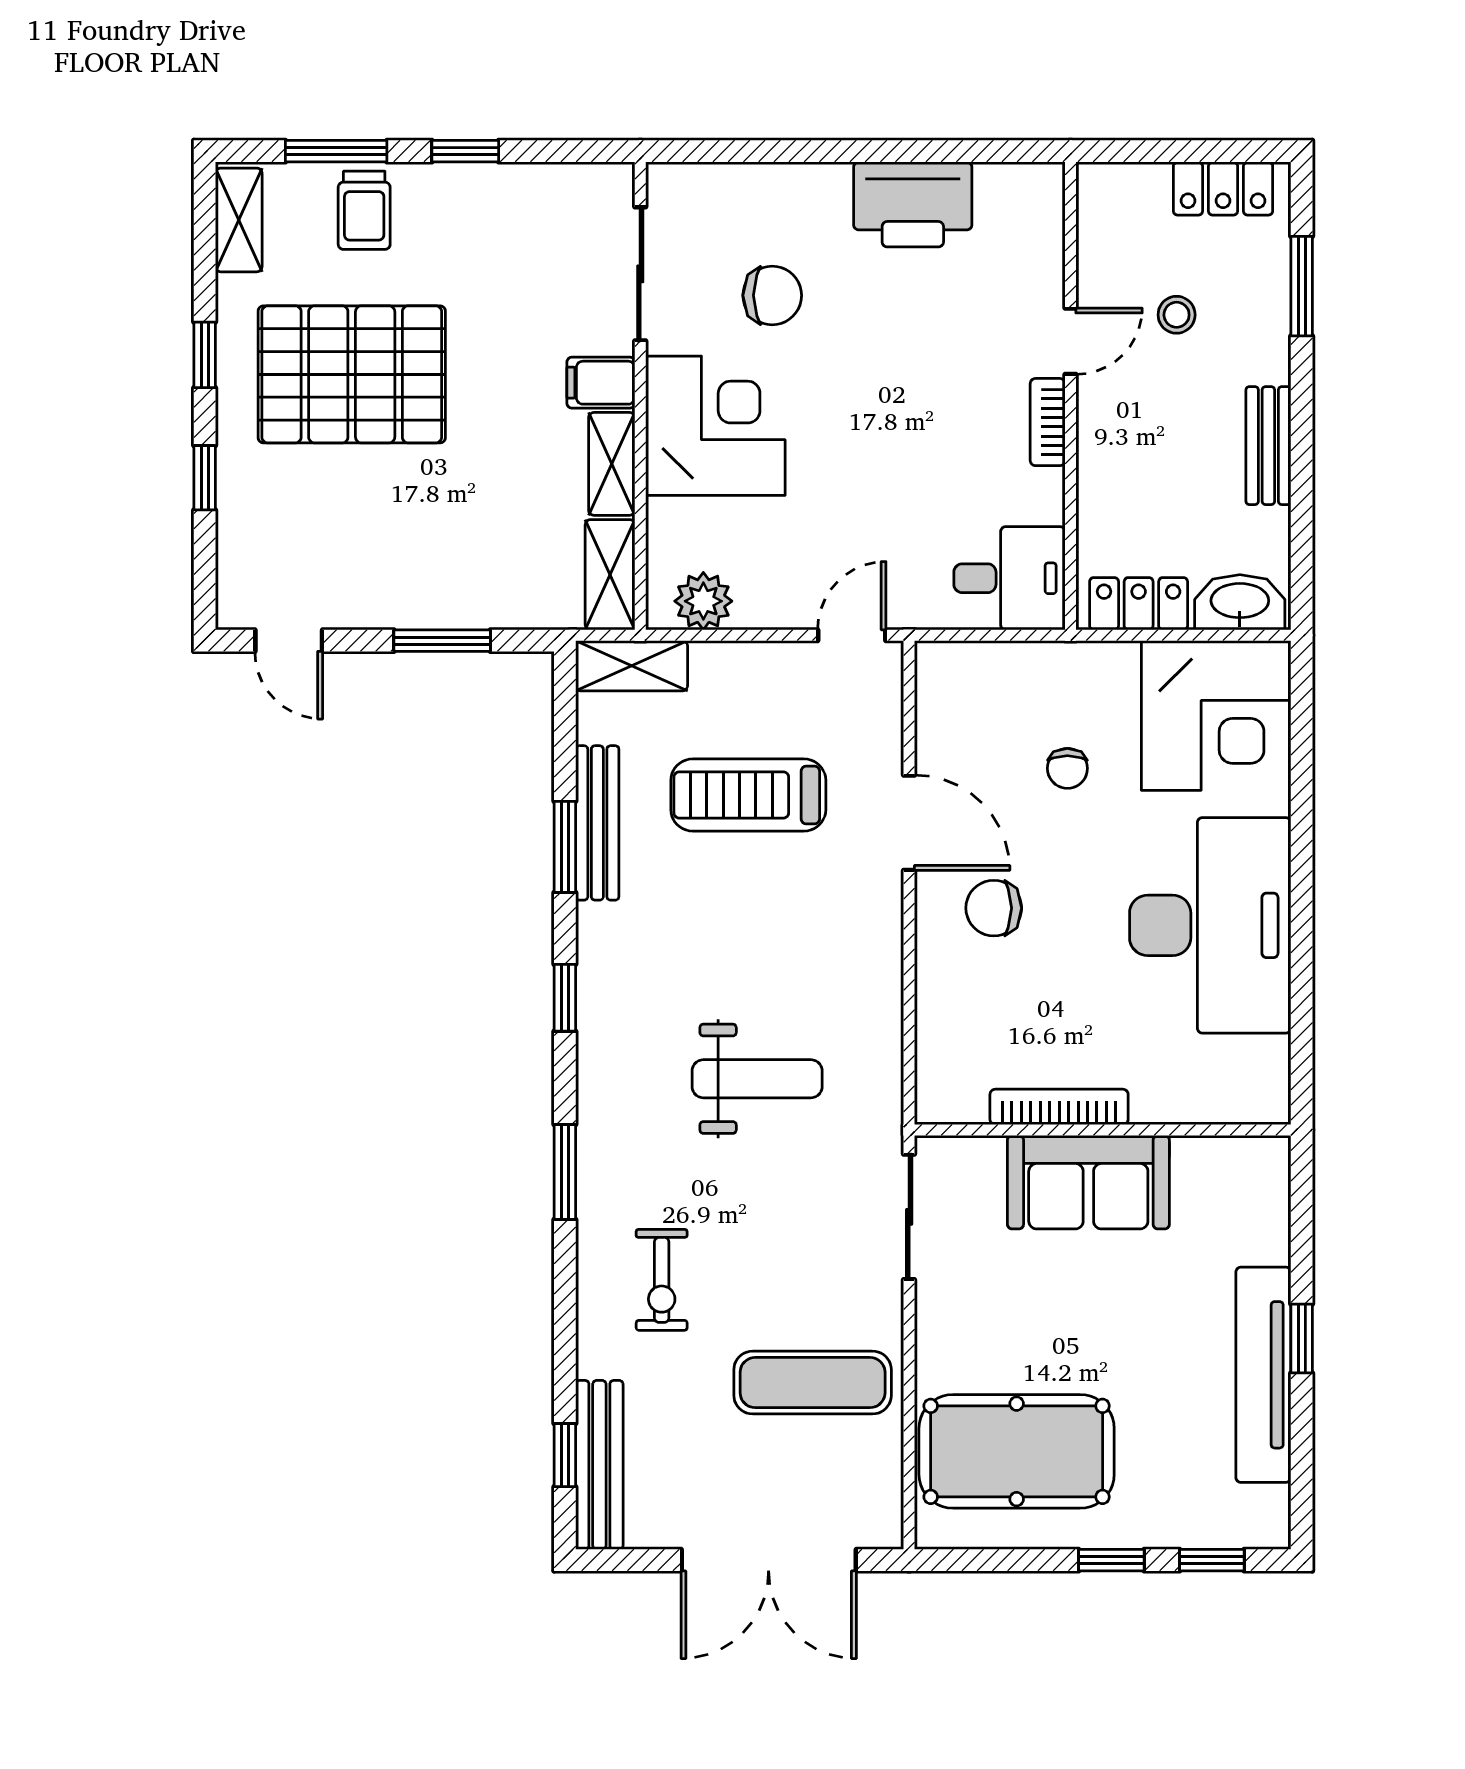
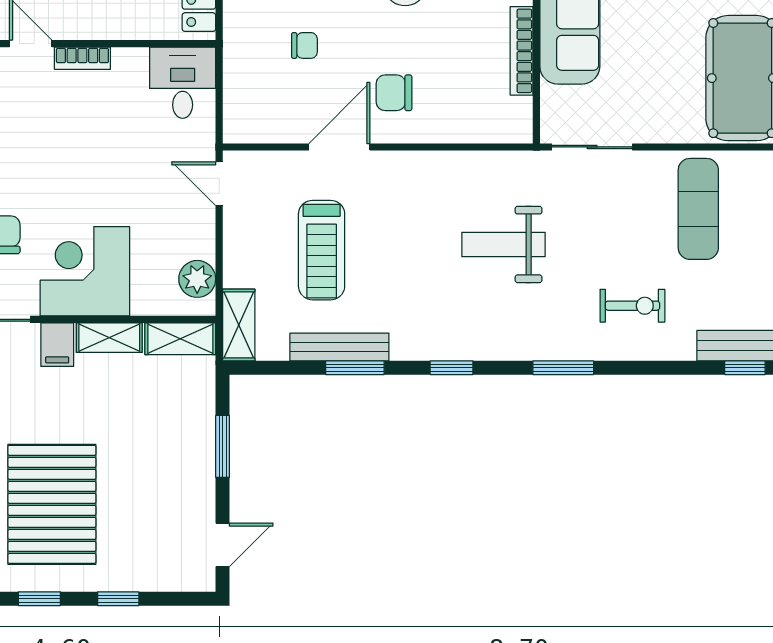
chair: (994, 908) -> (394, 93), turned 90
weight bench: (757, 1079) -> (504, 244), turned -90

